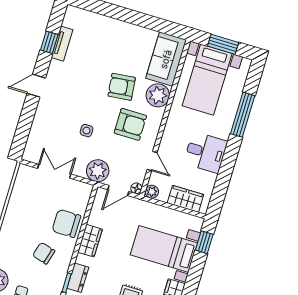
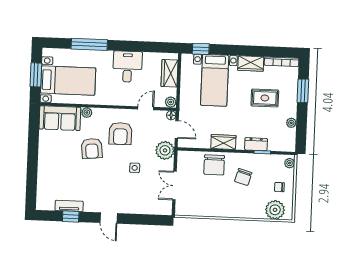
plant: (158, 95) -> (87, 113), width x0.53, depth x0.53
armchair: (130, 124) -> (120, 134), turned 180

